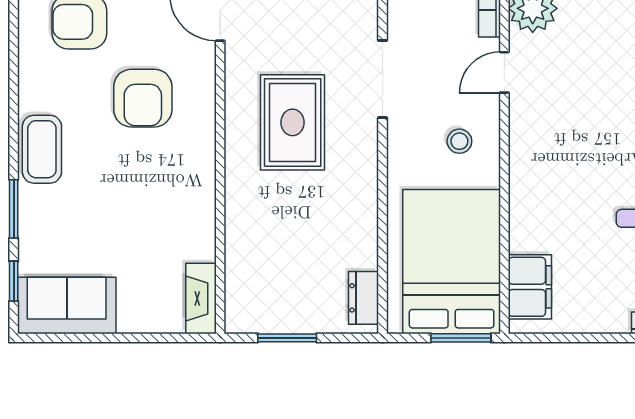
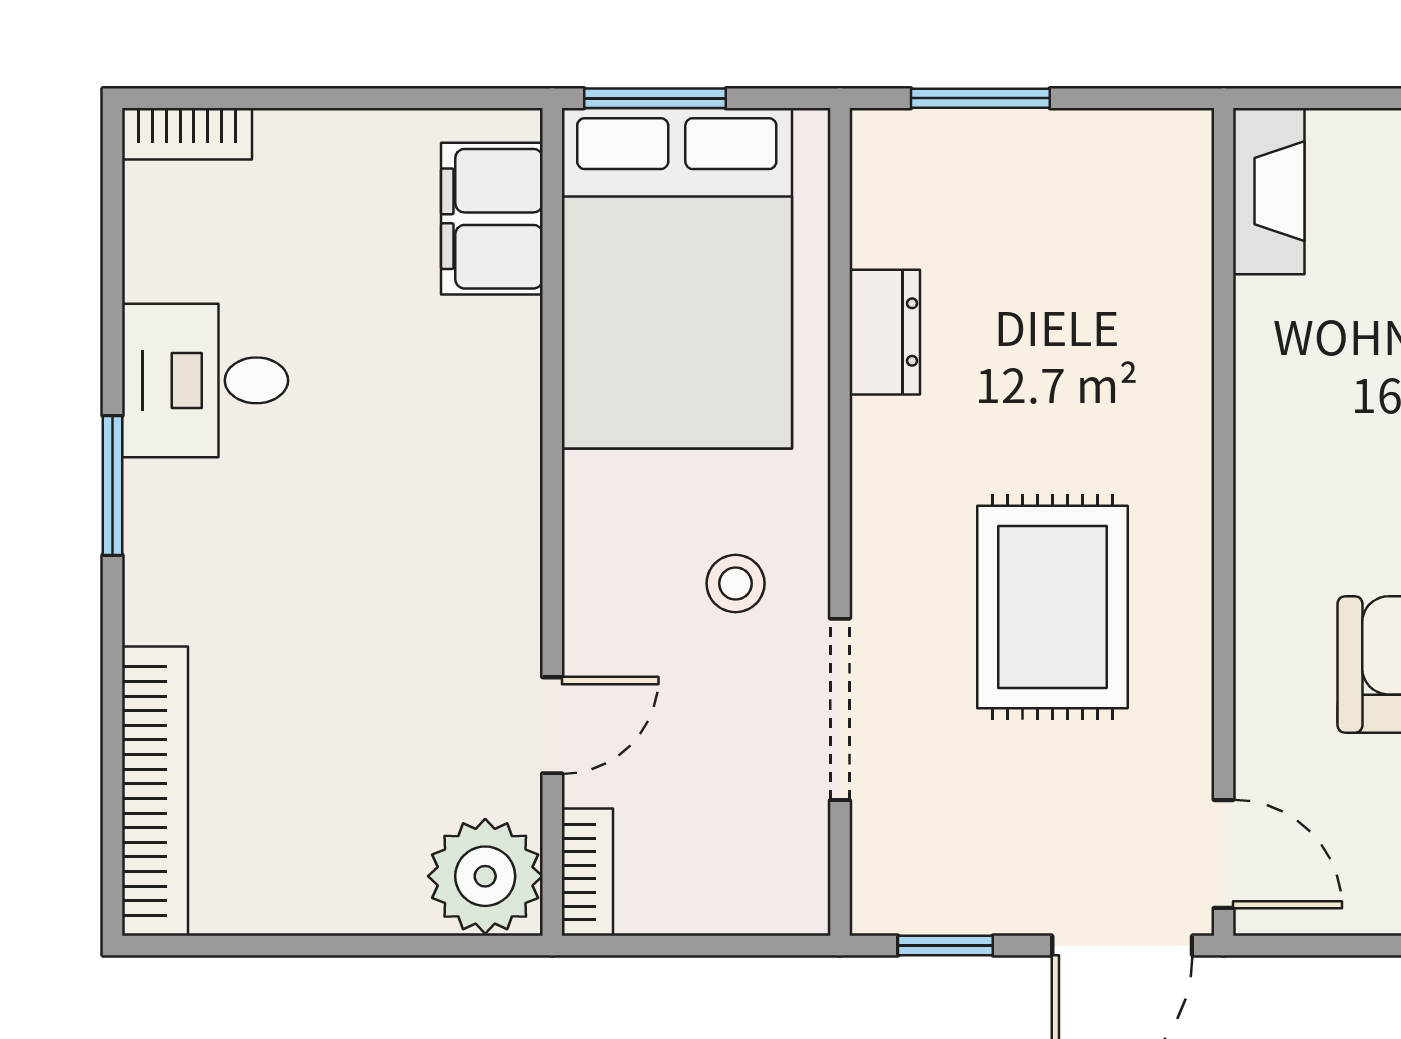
stool: (459, 141) -> (736, 583), moved
dresser: (364, 298) -> (885, 332), moved
window: (287, 338) -> (980, 98), moved

